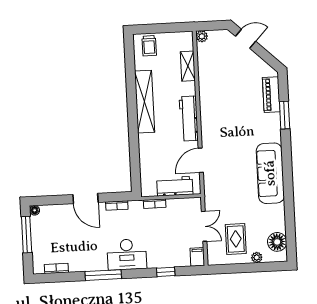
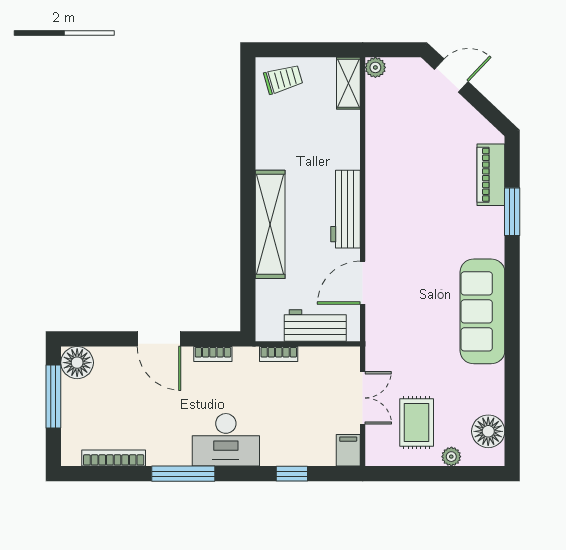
trolley: (149, 46) -> (283, 79), turned -106
shelving: (188, 66) -> (348, 83), moved
shelving: (145, 102) -> (270, 224), moved
floor lamp: (35, 210) -> (77, 363), width x1.89, depth x1.89
bookcase: (56, 268) -> (114, 458), width x1.56

